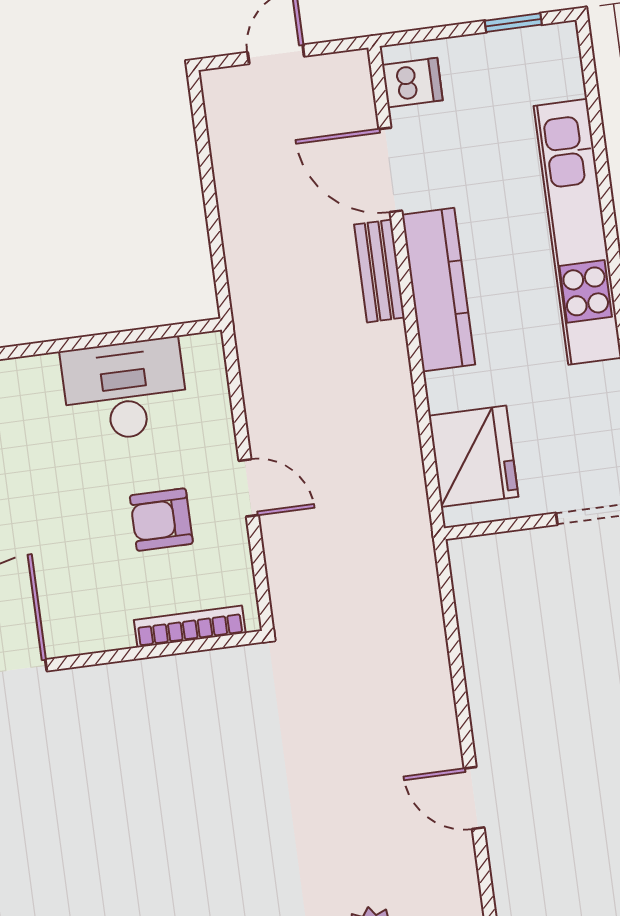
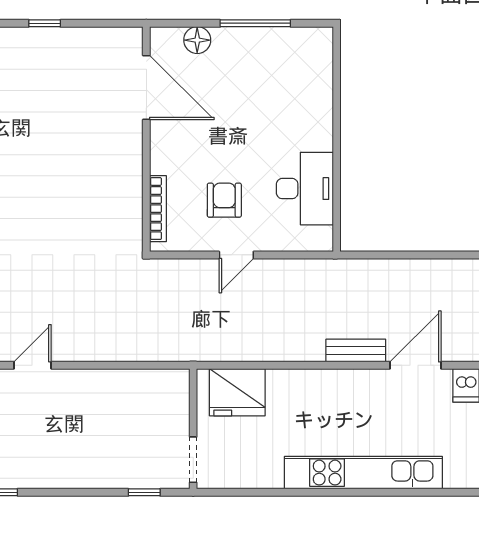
kitchen counter: (439, 290) -> (340, 385), removed

